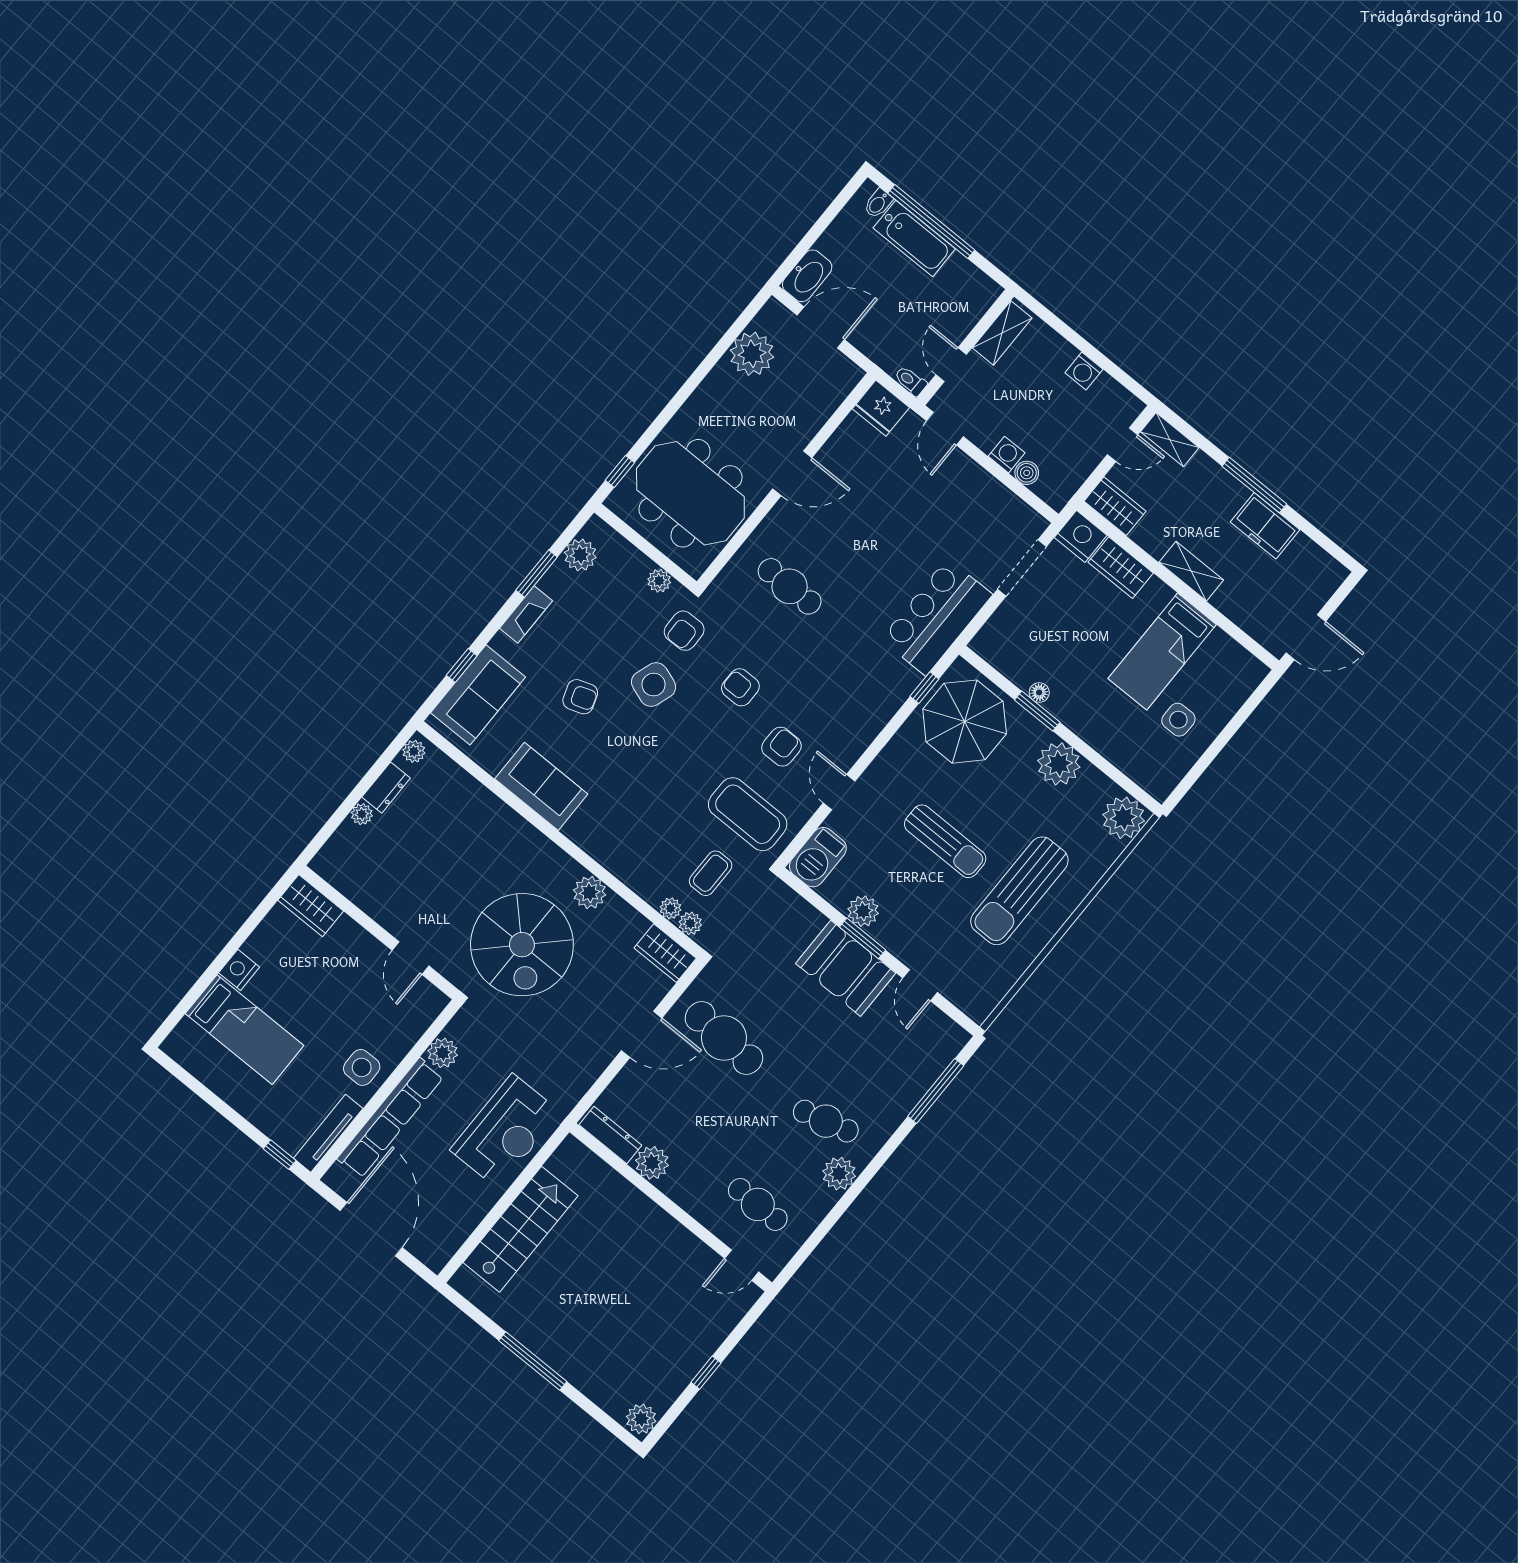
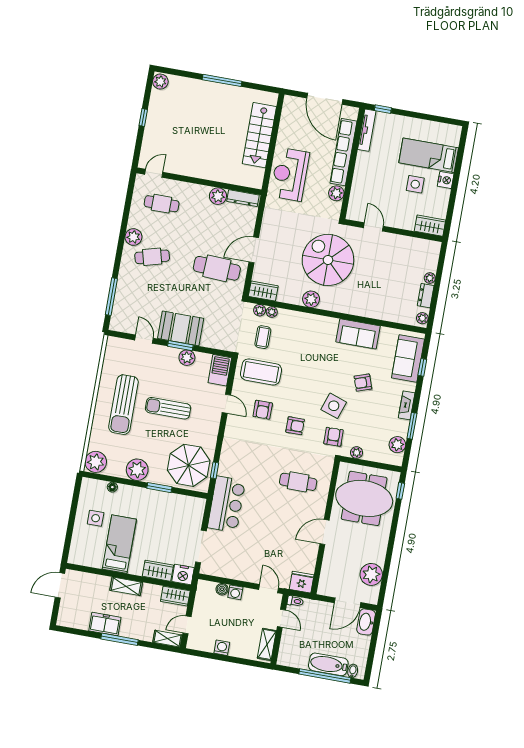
floor lamp: (1039, 692) -> (112, 487), moved
sun lounger: (1019, 891) -> (123, 405), turned 180
side table: (362, 1067) -> (415, 184), moved

